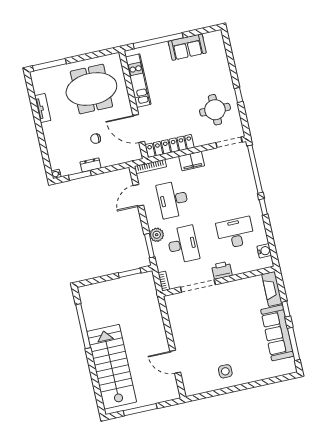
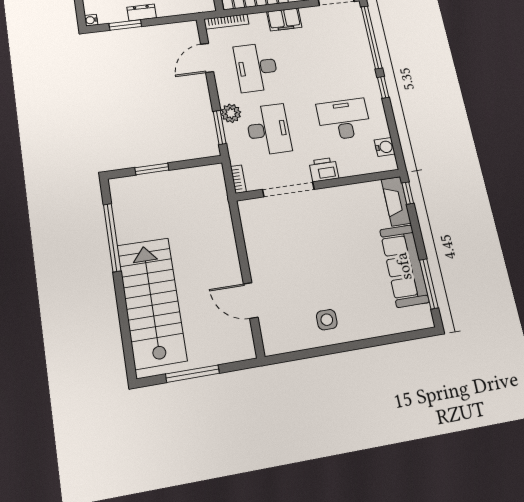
window: (130, 273) -> (152, 169), moved
window: (286, 309) -> (408, 193), moved

